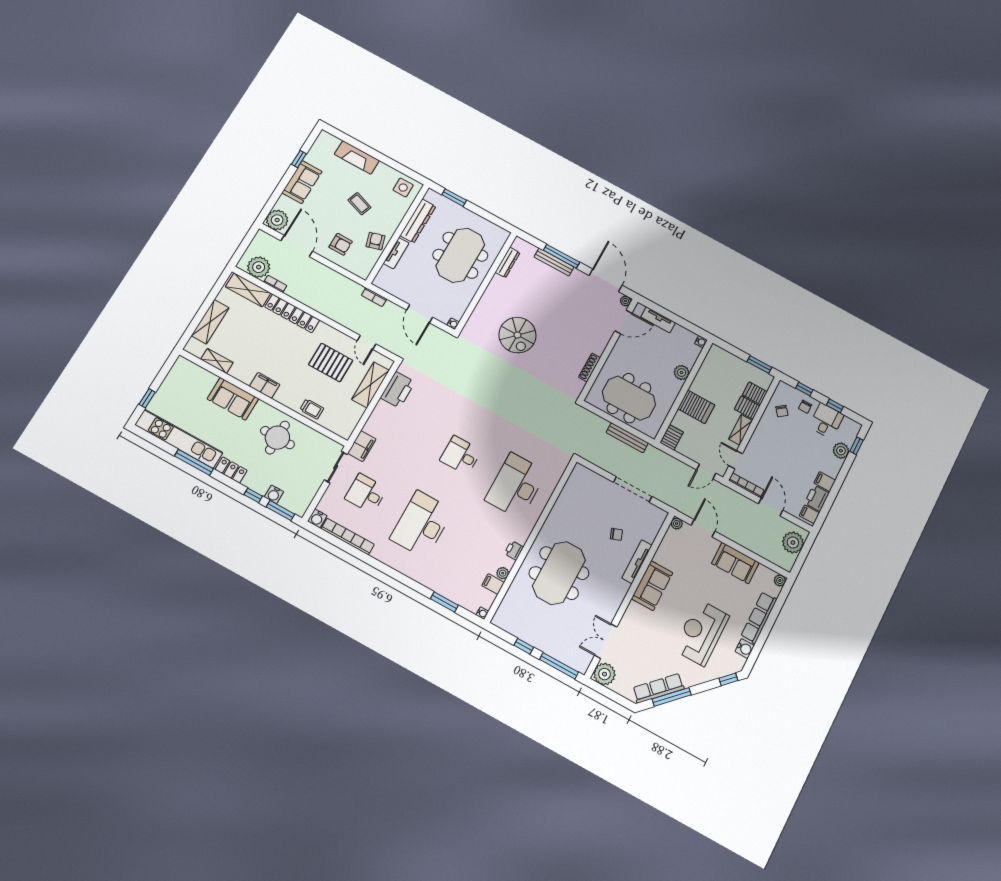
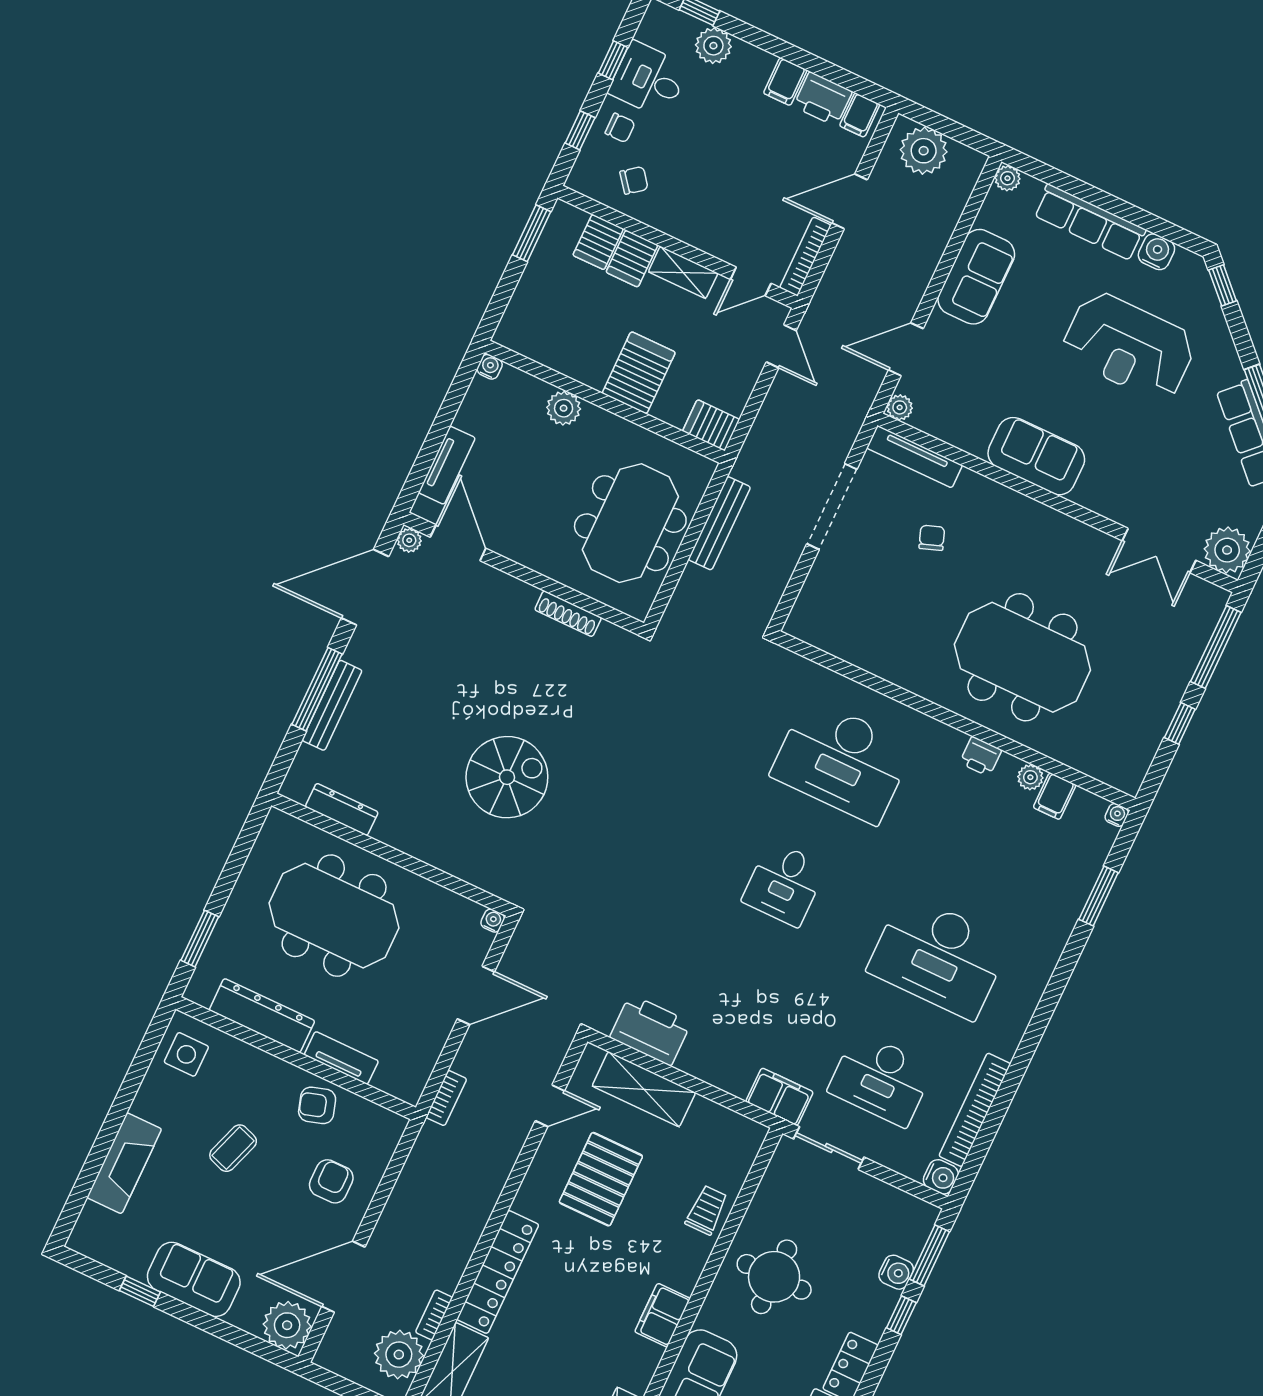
desk: (366, 493) -> (881, 1079), width x1.37
tv unit: (637, 562) -> (915, 457), moved

